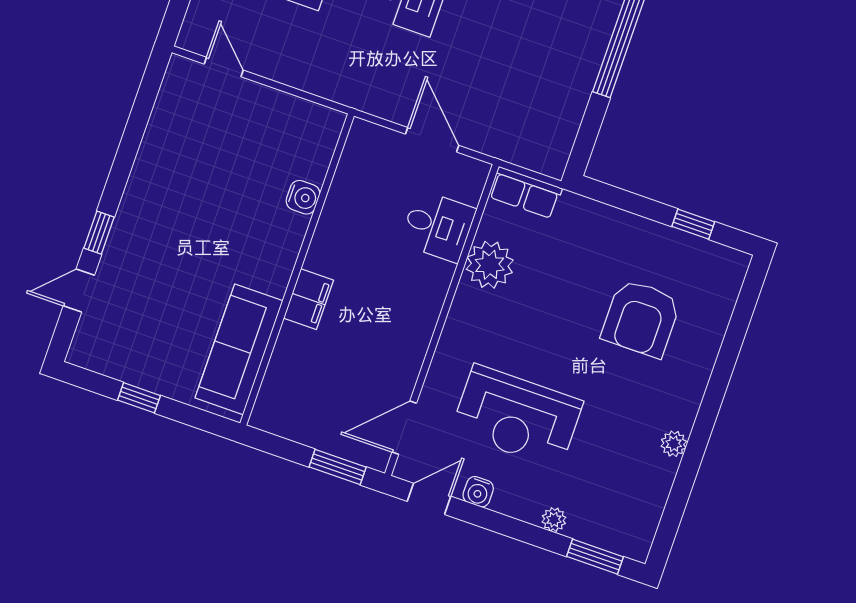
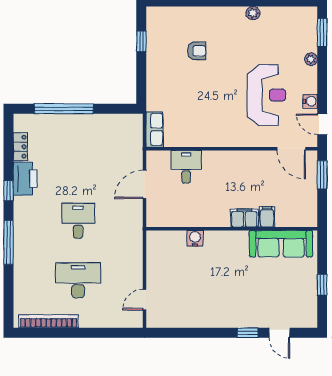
plant: (490, 265) -> (196, 135), removed
armchair: (641, 318) -> (197, 51), width x0.53, depth x0.53
filing cabinet: (296, 341) -> (267, 217), added

